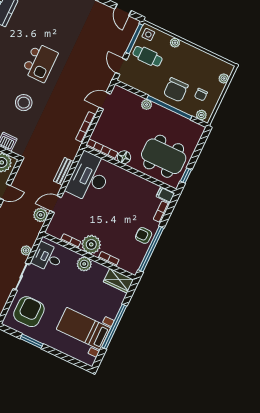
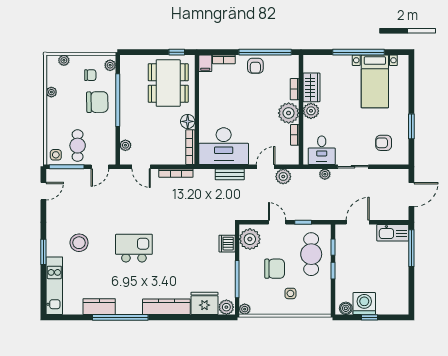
plant: (175, 43) -> (51, 92), moved
stool: (24, 103) -> (79, 243), moved
plant: (147, 105) -> (125, 145), moved
door: (56, 204) -> (266, 167), swing flipped
wardrobe: (118, 281) -> (311, 87), moved
armchair: (29, 312) -> (384, 143), width x0.53, depth x0.53

